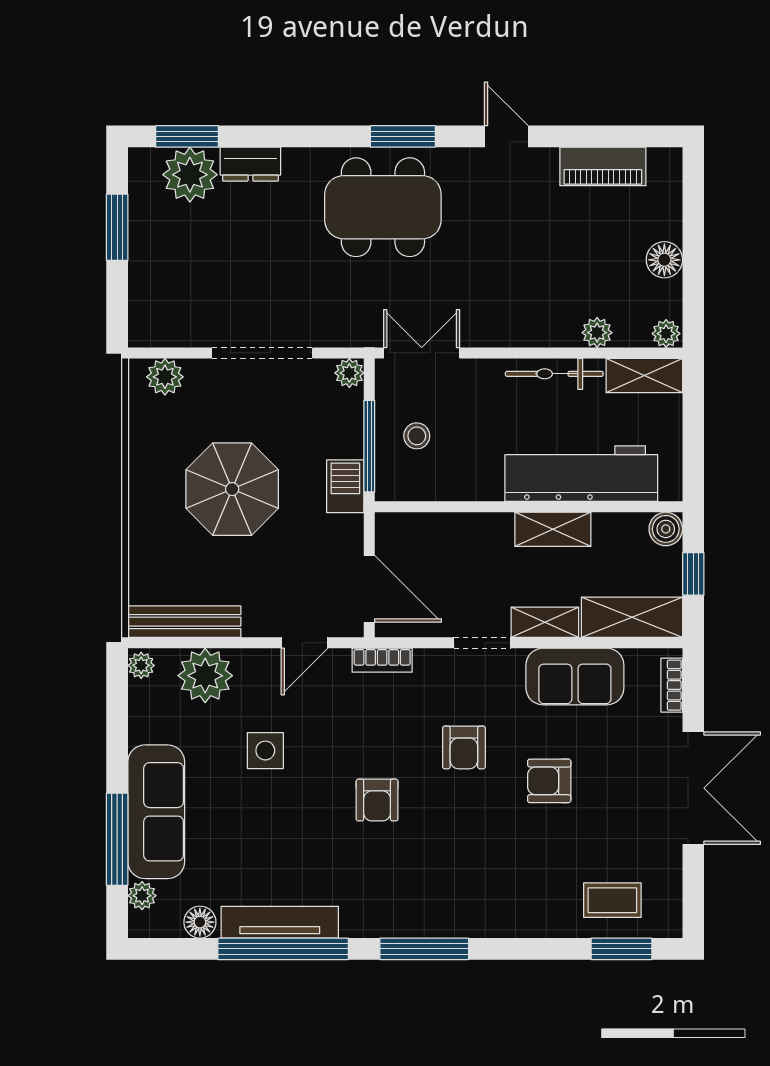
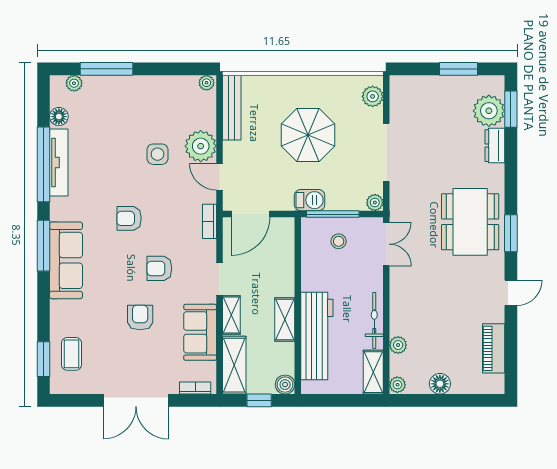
plant: (205, 676) -> (201, 146), moved
sofa: (156, 812) -> (66, 260), moved, turned -90

